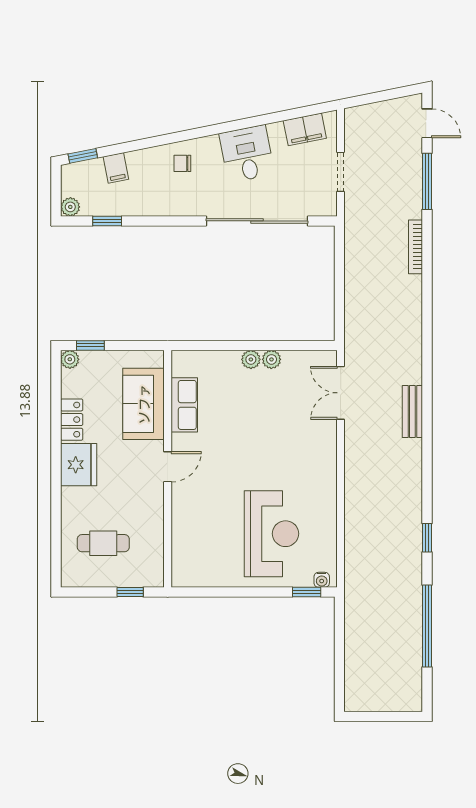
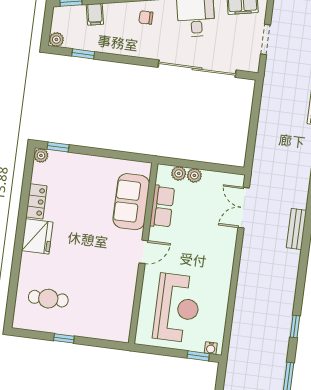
sofa: (144, 404) -> (131, 202), moved
row of seats: (184, 405) -> (162, 206), moved
door: (168, 467) -> (143, 252), moved
wall: (168, 469) -> (143, 253), moved

